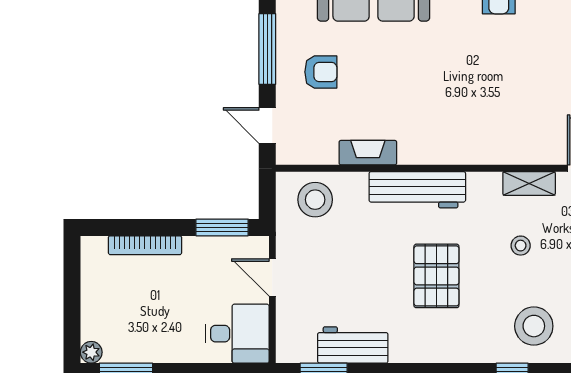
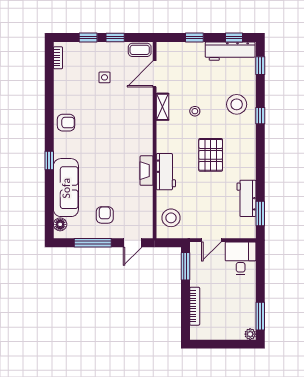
fireplace: (368, 153) -> (147, 171), moved
workbench: (417, 190) -> (166, 172), width x0.73
pallet: (436, 276) -> (211, 155), turned 90

